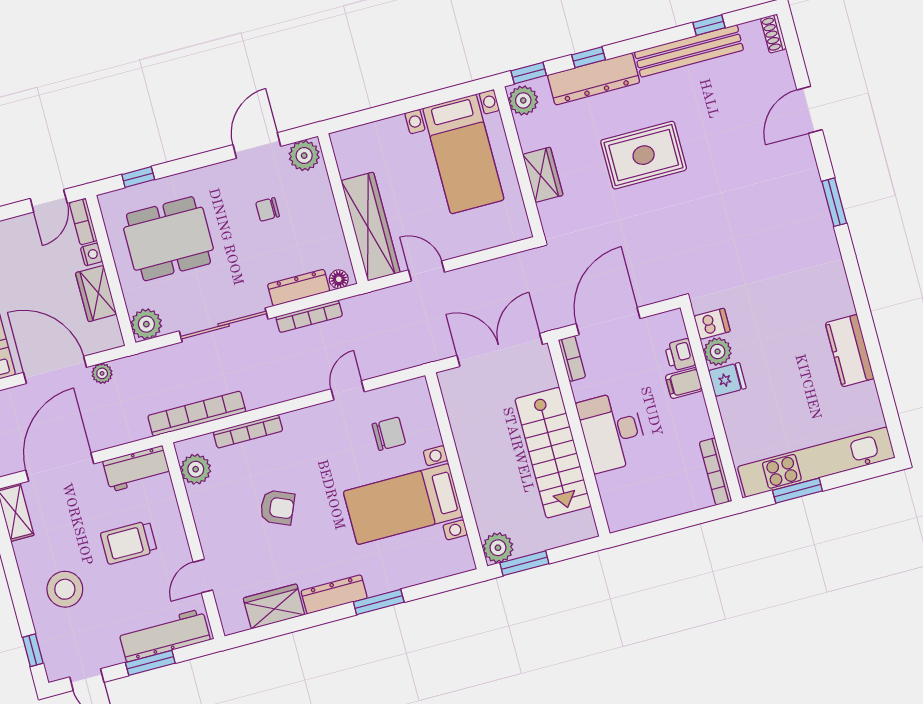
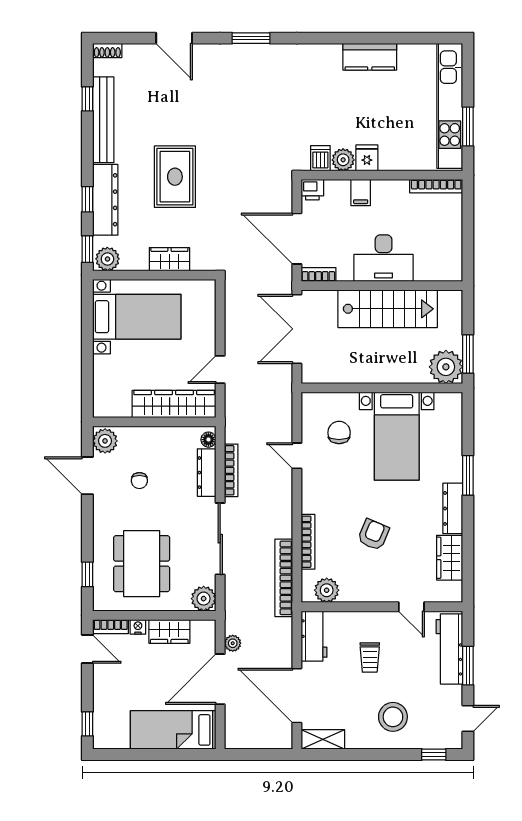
printer: (680, 355) -> (312, 190), moved
trolley: (129, 542) -> (370, 658), width x0.73, depth x0.72
plant: (498, 548) -> (446, 367), width x1.36, depth x1.36

